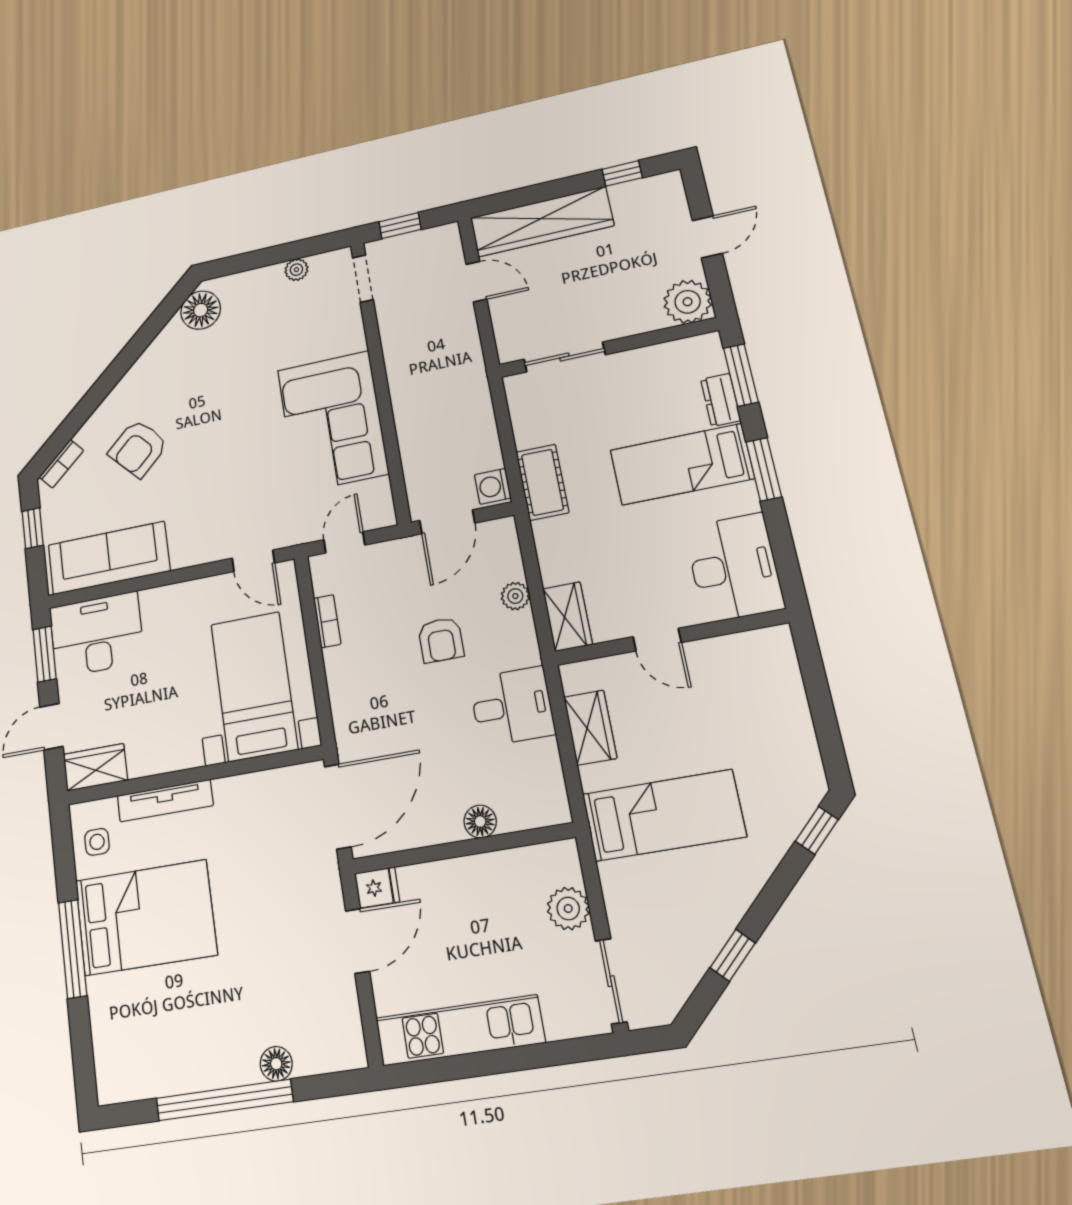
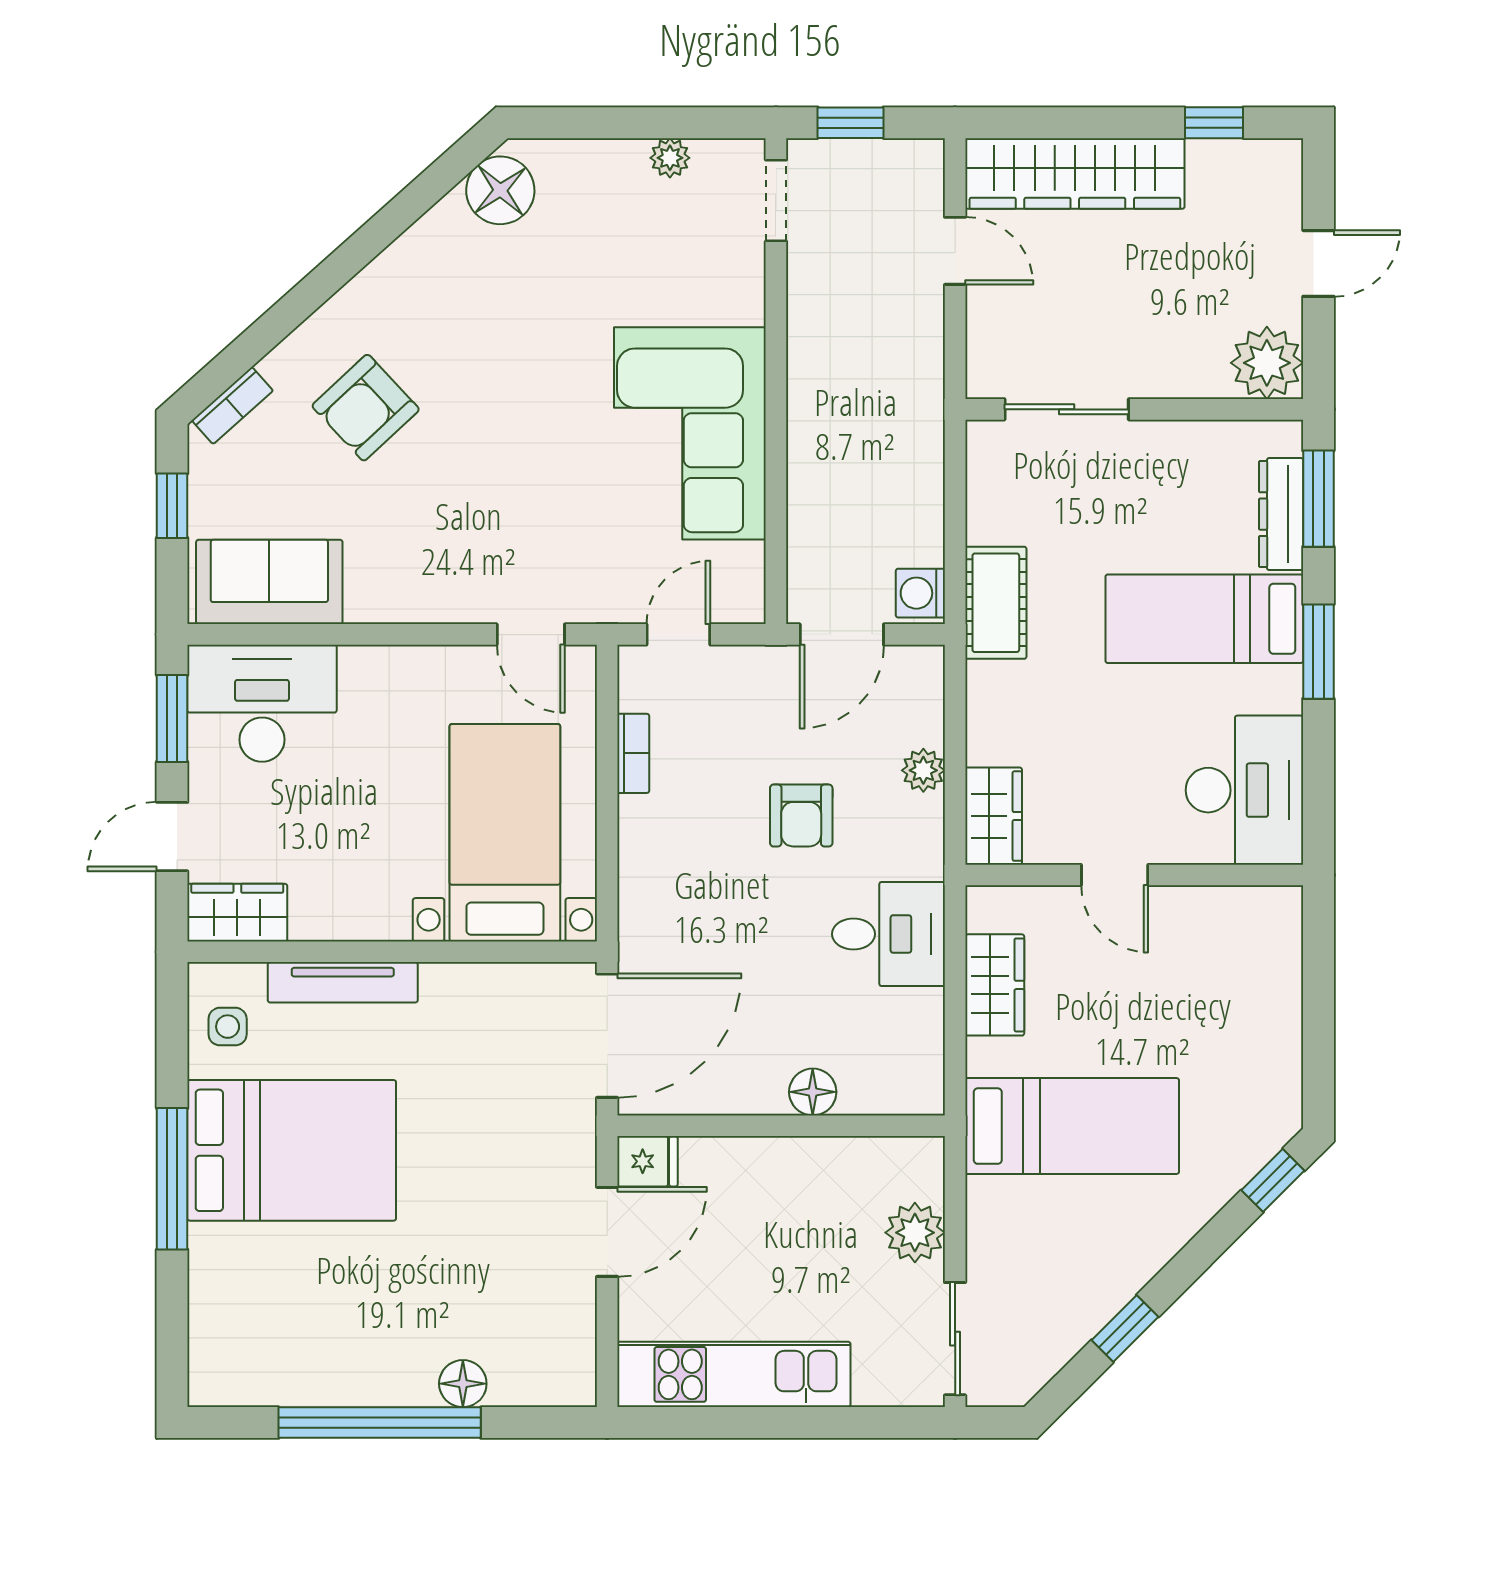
dresser: (721, 400) -> (1281, 514), width x1.44
sofa: (109, 558) -> (269, 582), width x0.73

